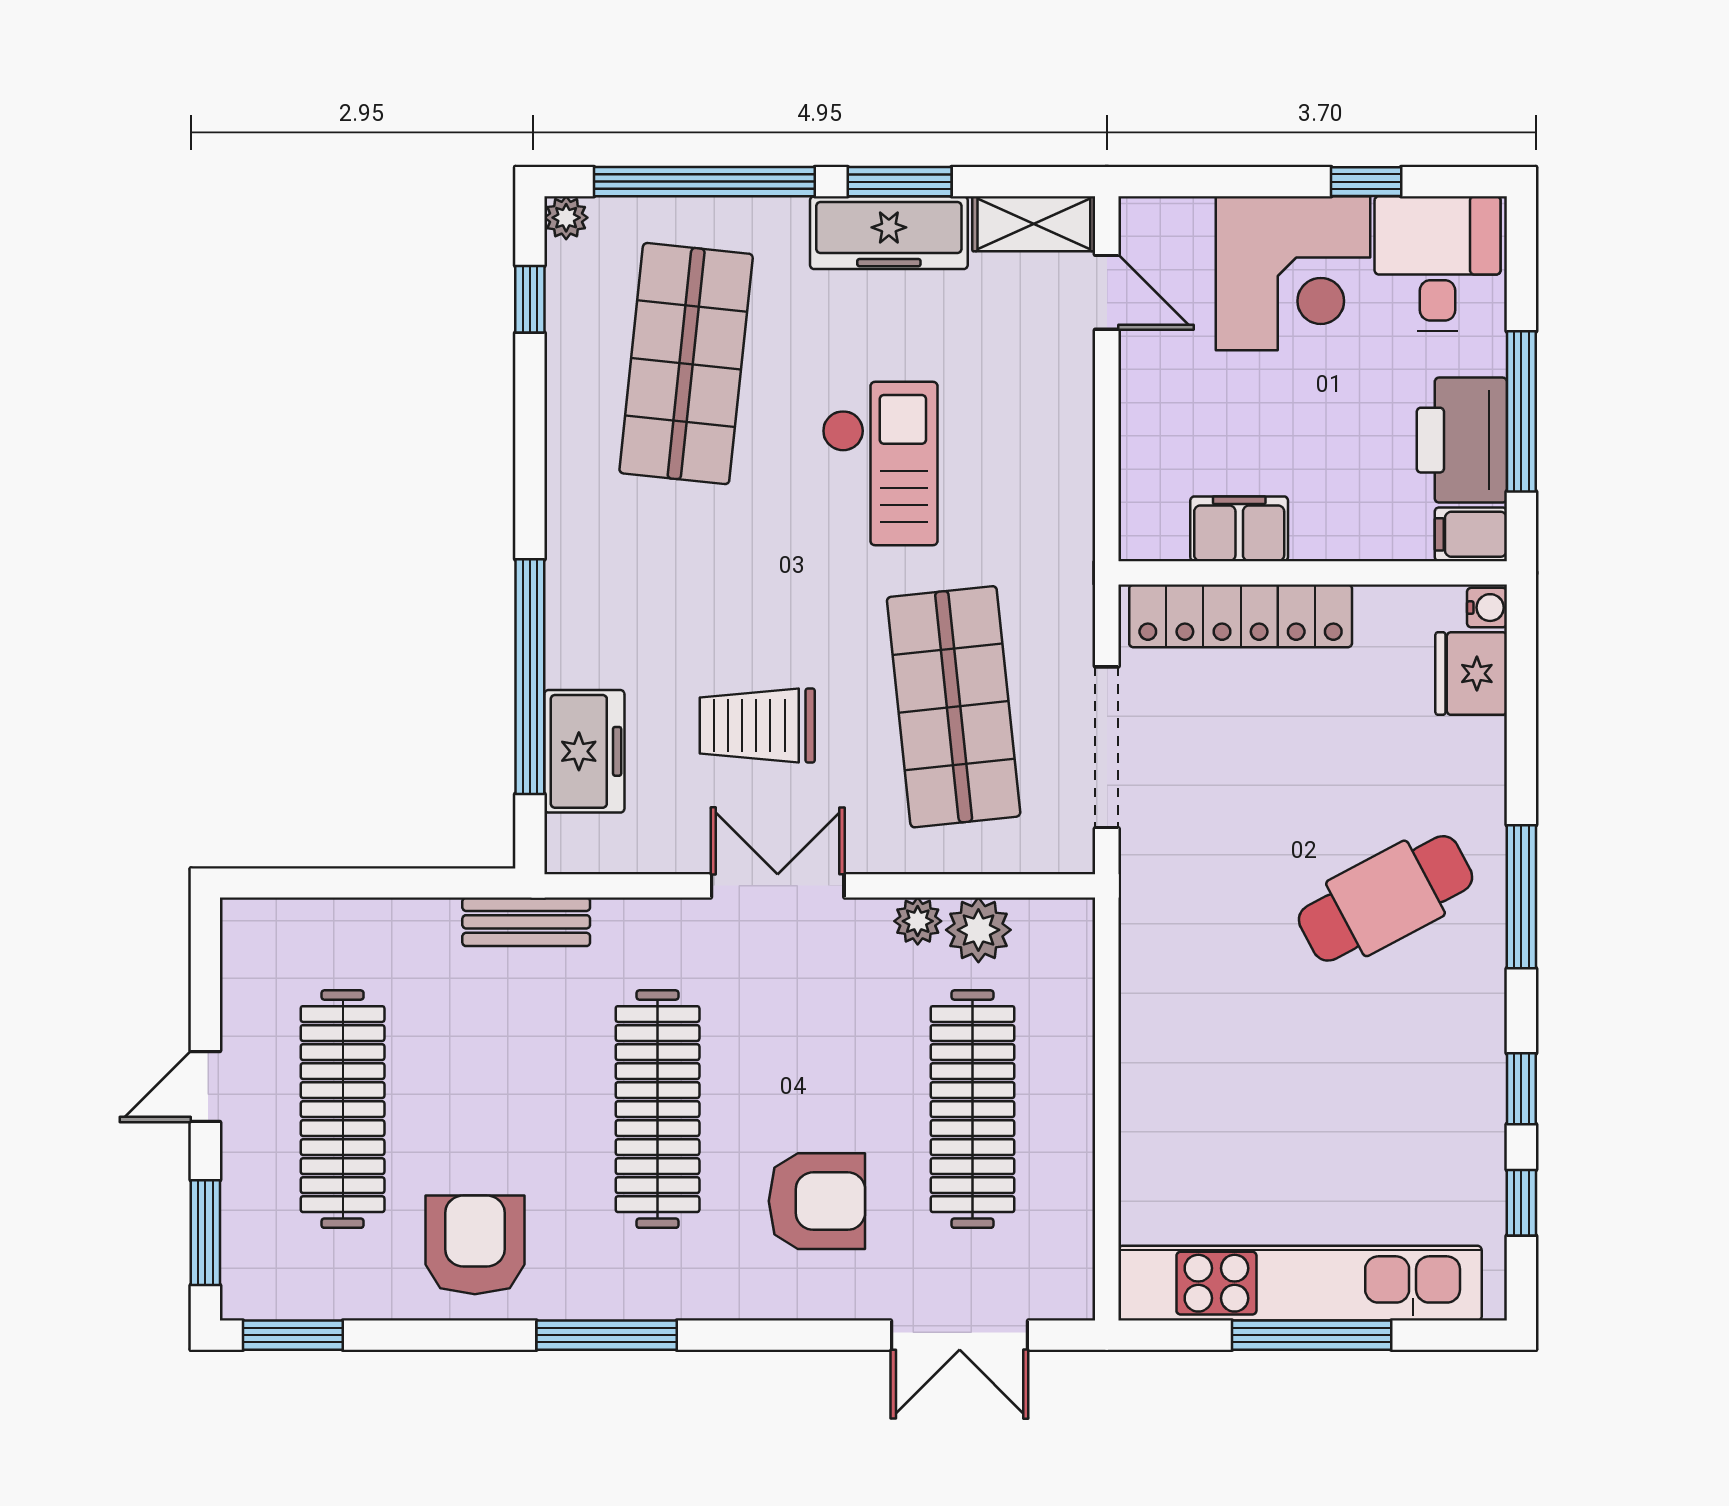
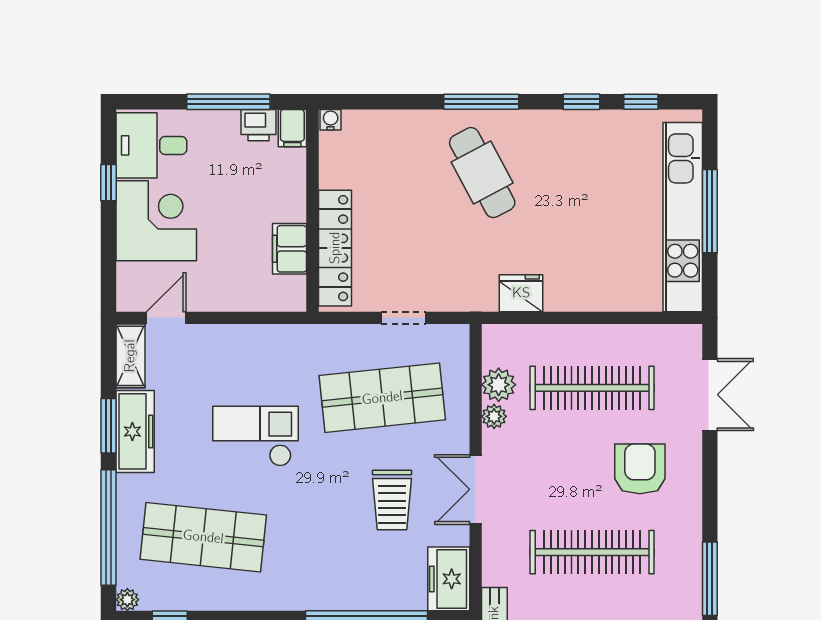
printer: (1462, 440) -> (258, 125), width x0.53, depth x0.68
fridge: (1471, 674) -> (521, 293), moved, turned 180
doorway: (1107, 747) -> (403, 318), width x0.53
freezer: (584, 751) -> (449, 579), moved, turned -90

